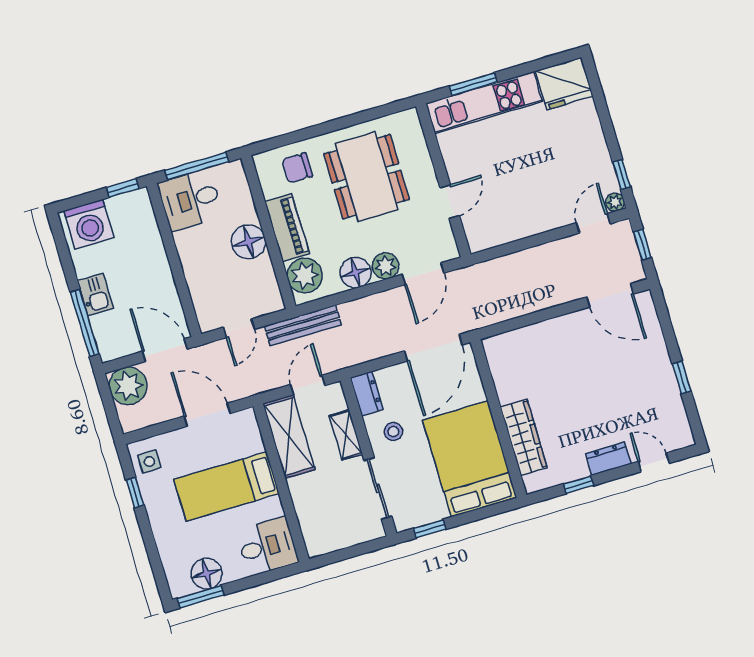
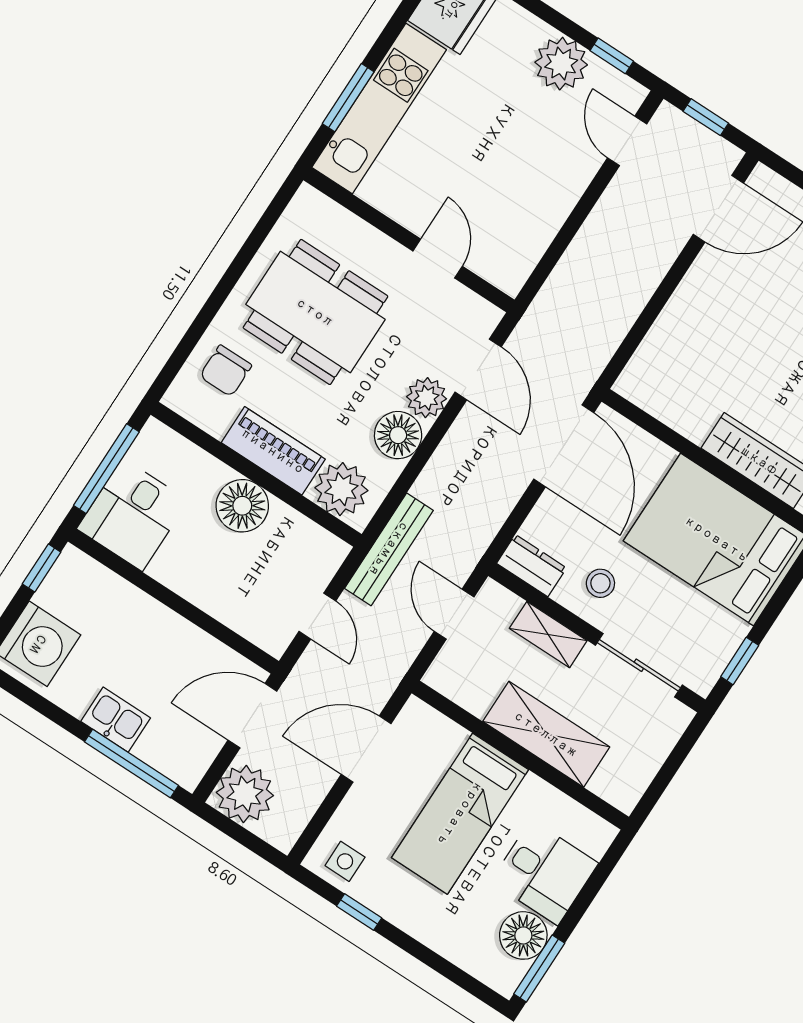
plant: (615, 202) -> (561, 64), moved, width x1.88, depth x1.88
shelving: (289, 437) -> (546, 734), moved
desk: (267, 546) -> (544, 872), moved, turned 90

